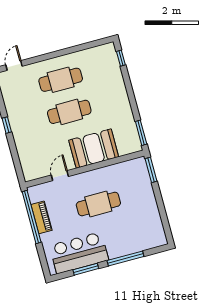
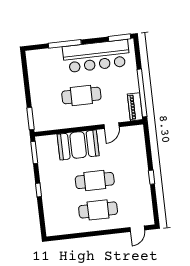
window: (121, 58) -> (39, 190), moved
piano: (41, 217) -> (135, 107), moved
bar counter: (79, 253) -> (96, 56), width x1.36
window: (86, 269) -> (119, 38), moved

